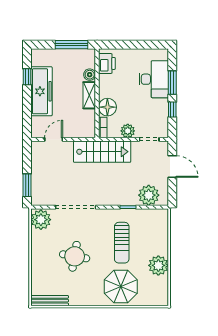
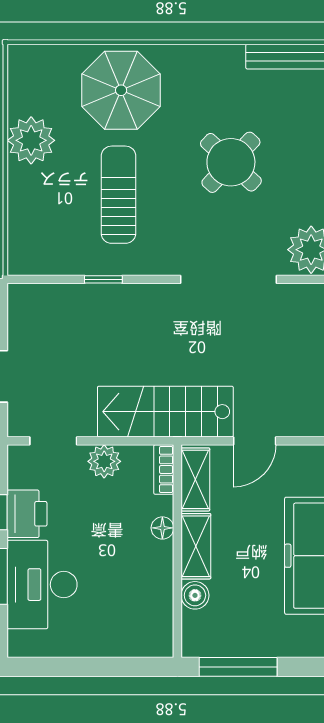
printer: (107, 63) -> (27, 514), moved, turned 180
floor lamp: (107, 107) -> (162, 528), width x0.53, depth x0.53
shelving: (90, 123) -> (195, 479), added
door: (54, 139) -> (255, 441), moved
plant: (149, 195) -> (54, 308), removed
round table: (75, 256) -> (231, 162), turned 33

